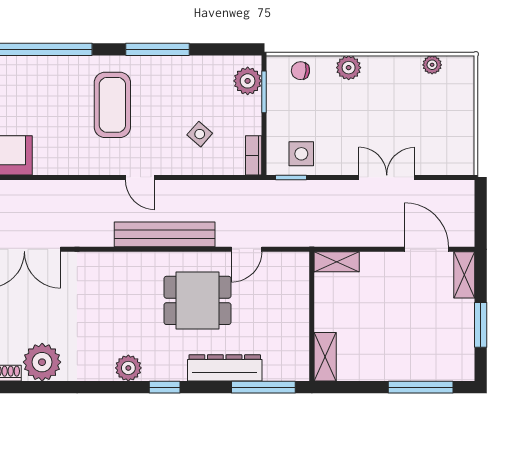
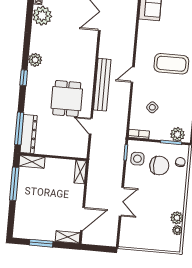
plant: (349, 68) -> (177, 218), moved
chair: (311, 111) -> (159, 166), added
dresser: (225, 368) -> (29, 134), moved
window: (421, 387) -> (14, 184), moved

